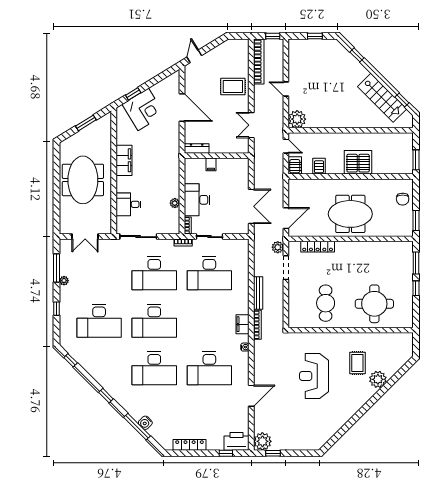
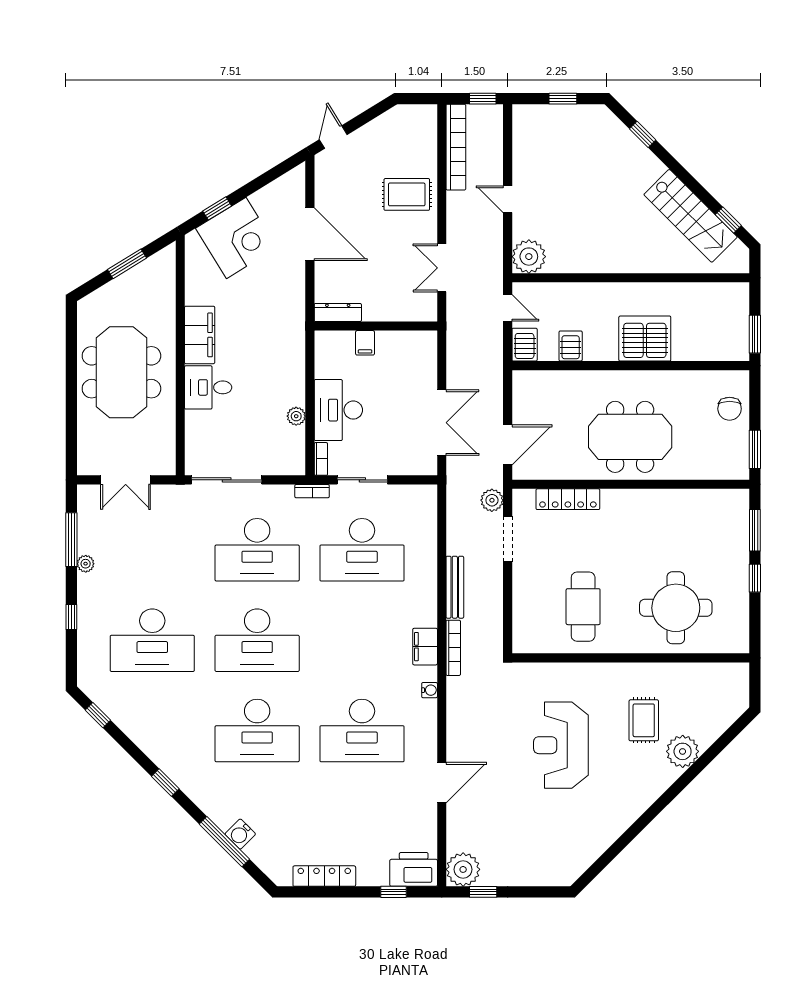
desk: (128, 204) -> (208, 387), moved

